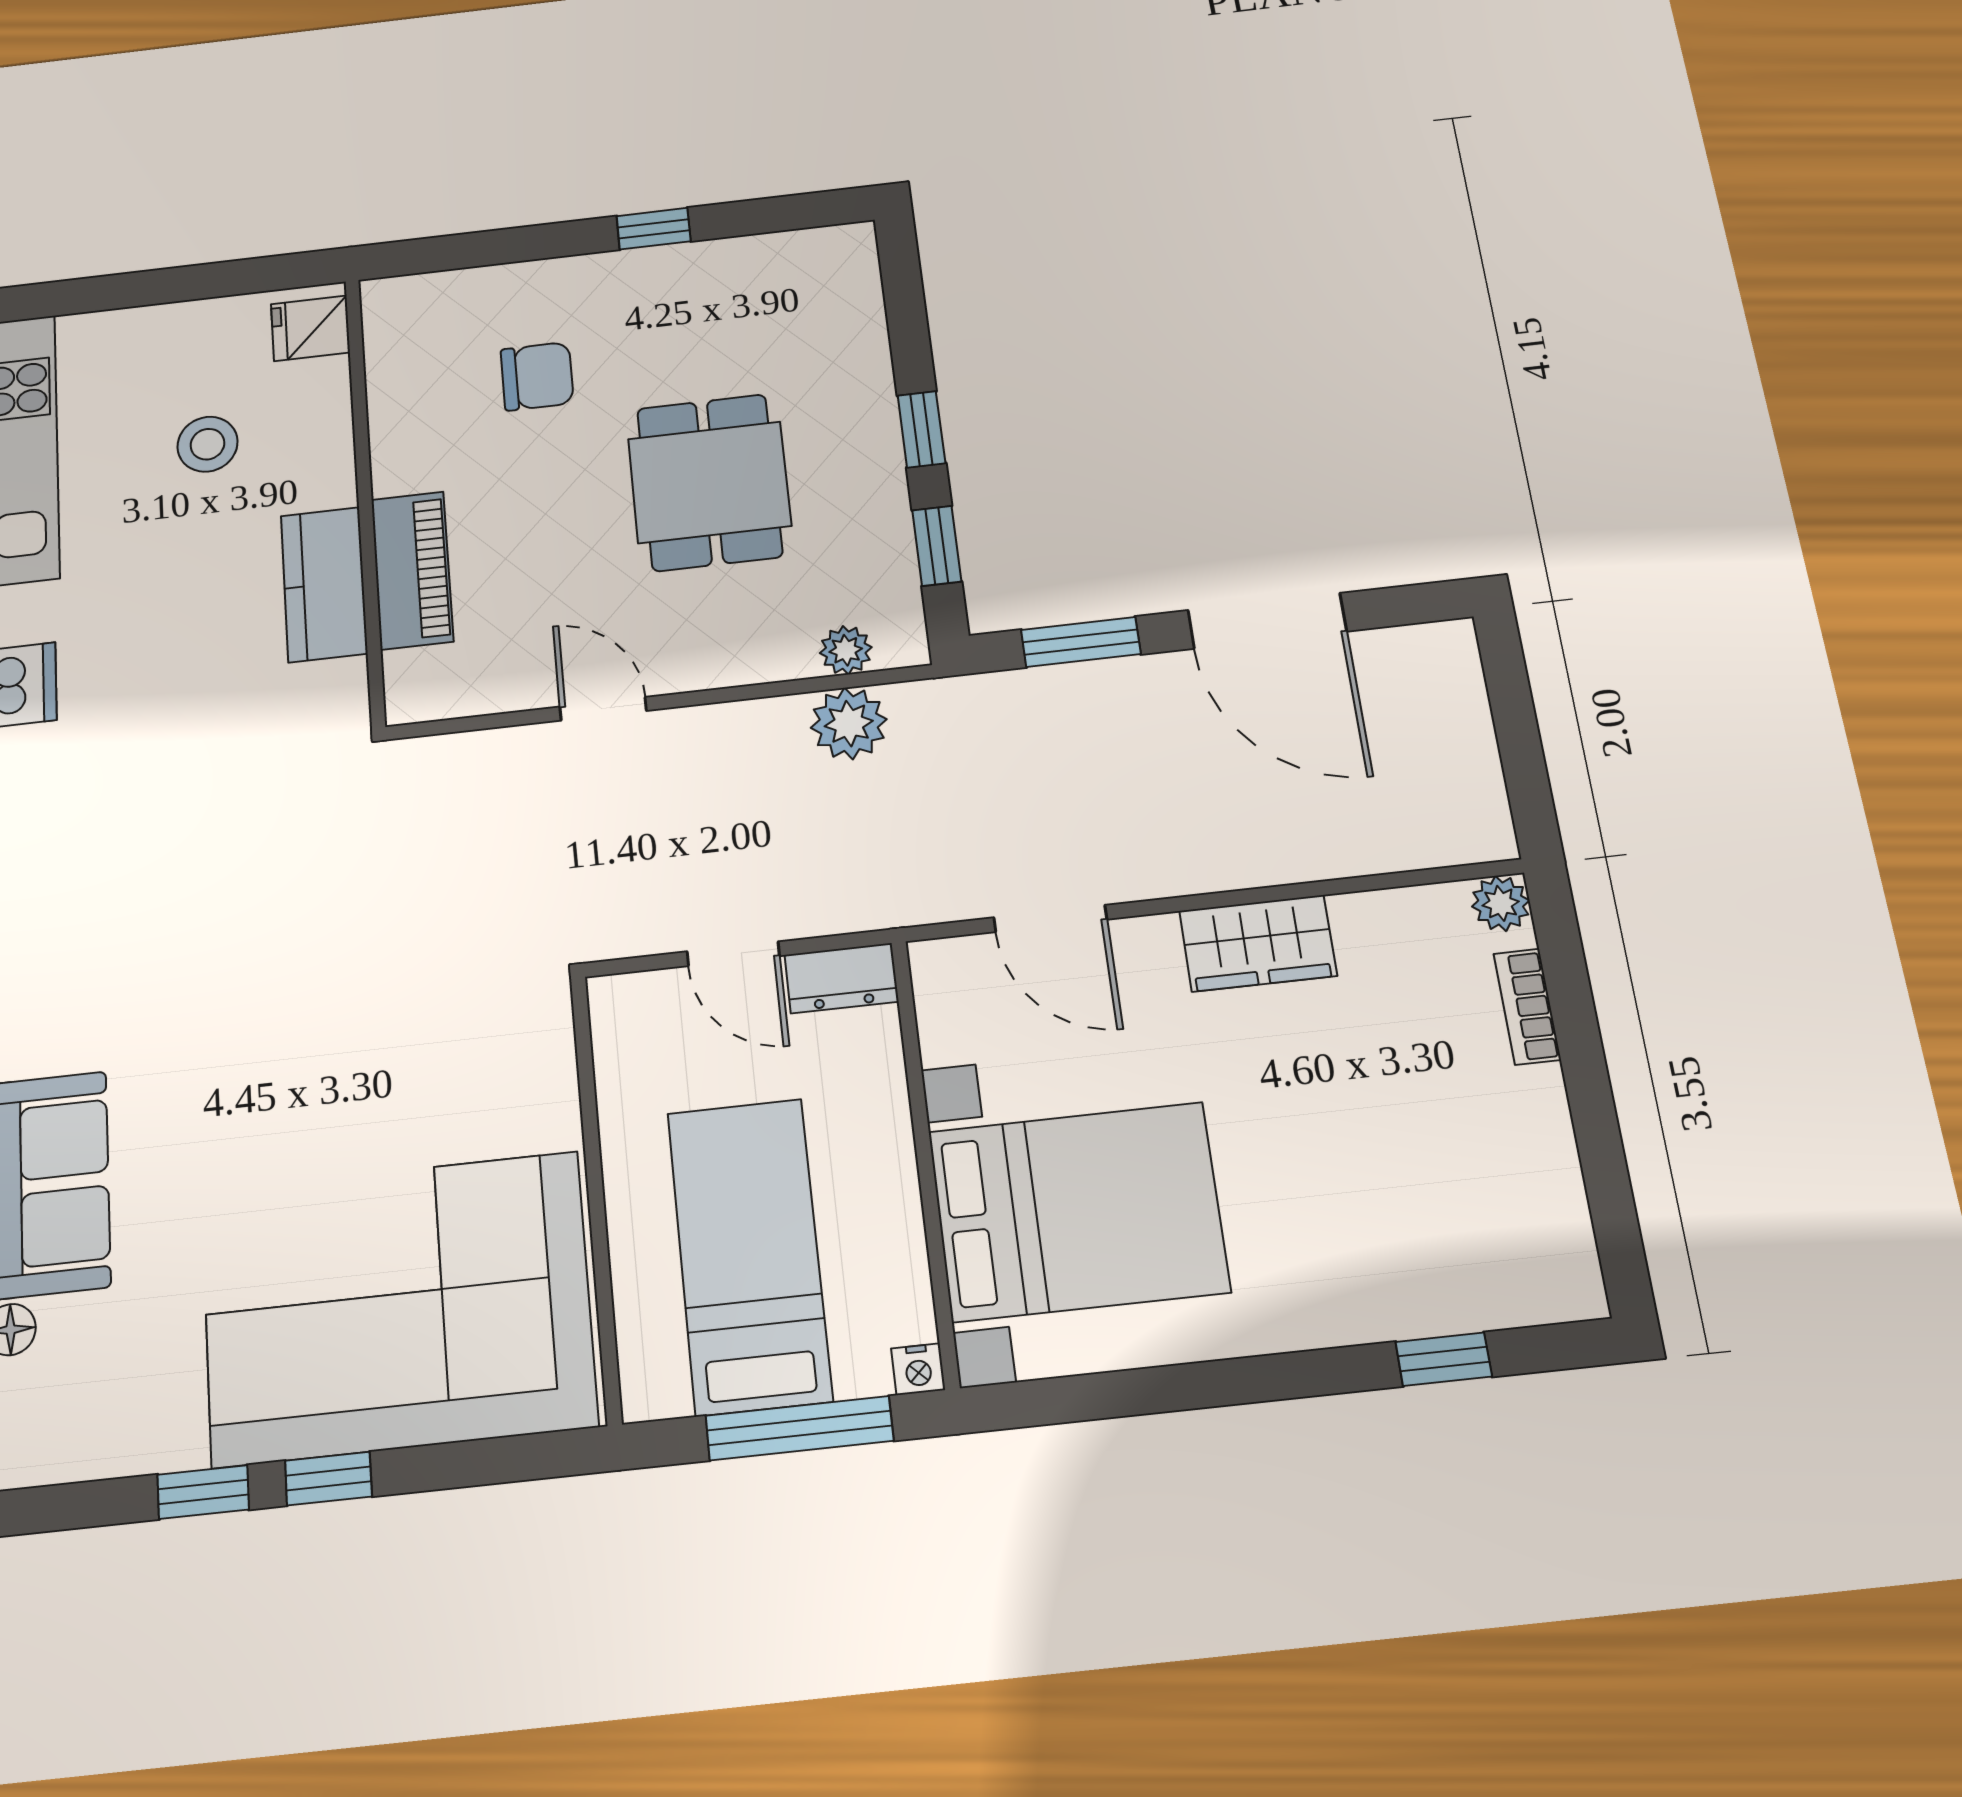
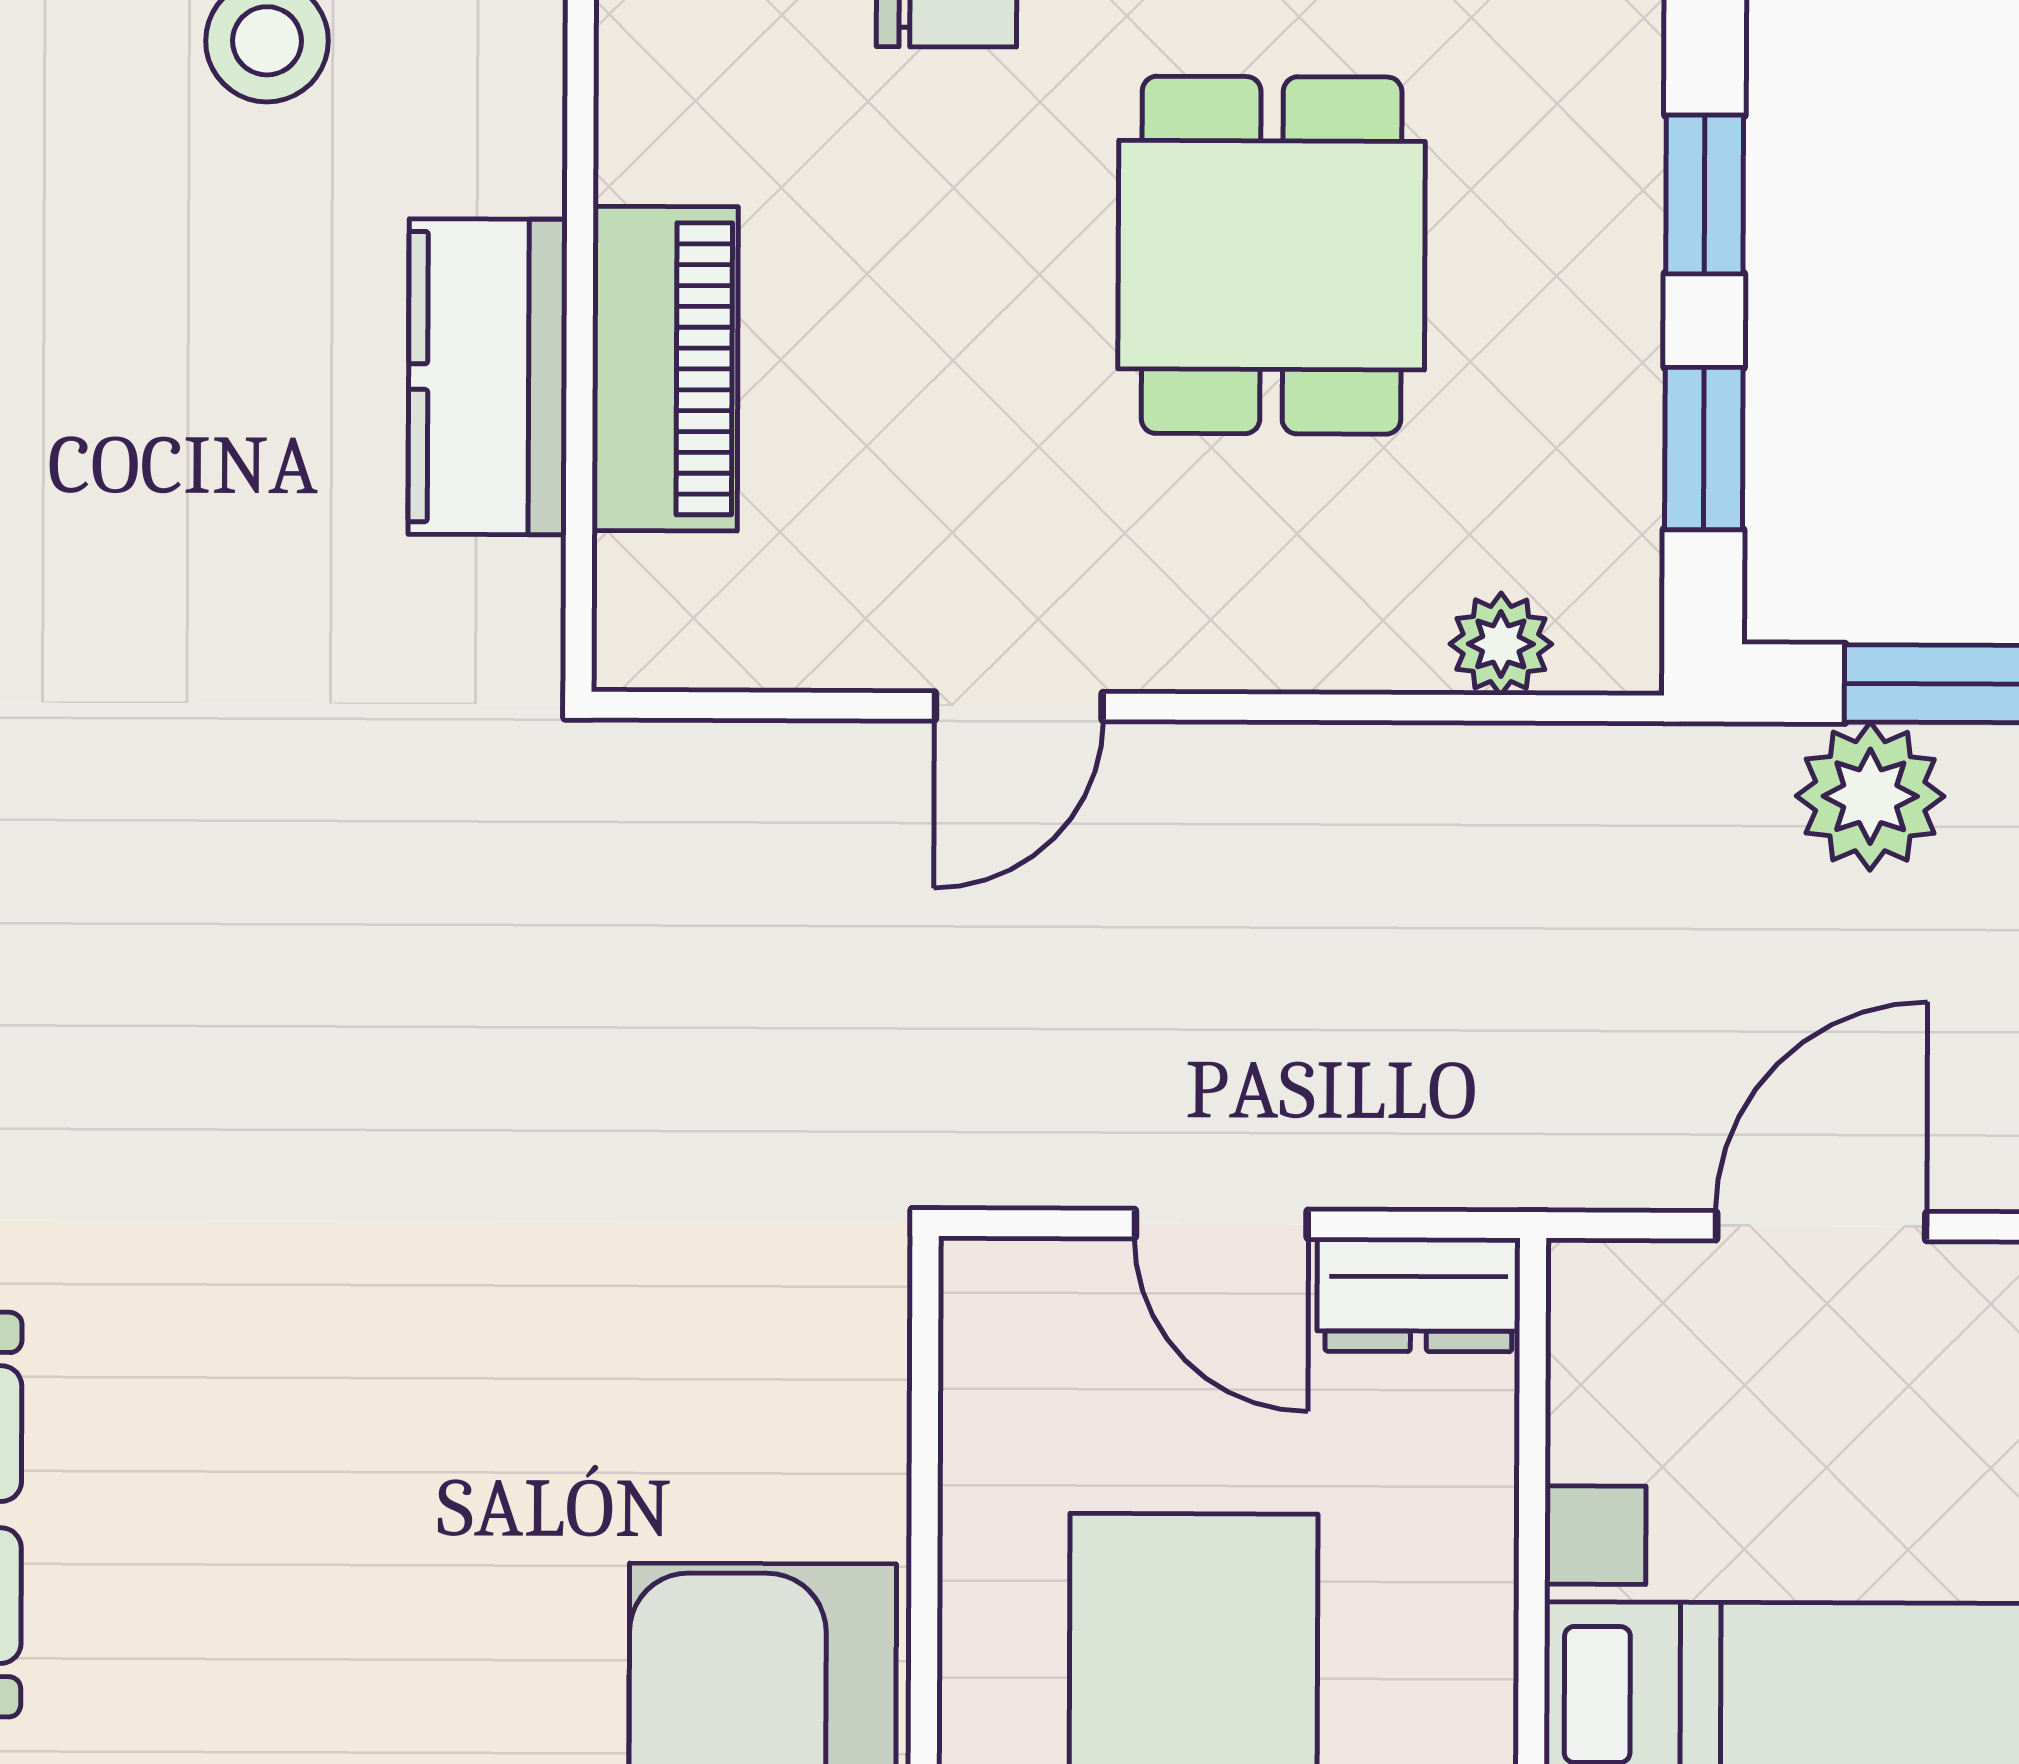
door: (603, 709) -> (1019, 706), swing flipped
plant: (849, 724) -> (1870, 796), moved
door: (1050, 919) -> (1821, 1226), swing flipped

